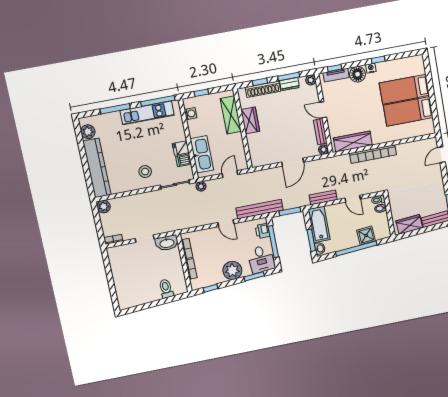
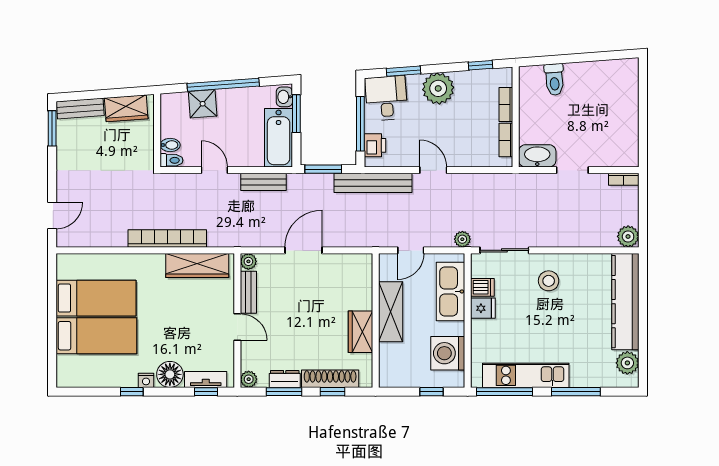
washing machine: (191, 114) -> (448, 353), width x1.89, depth x1.89
shelving: (231, 115) -> (391, 312), moved

